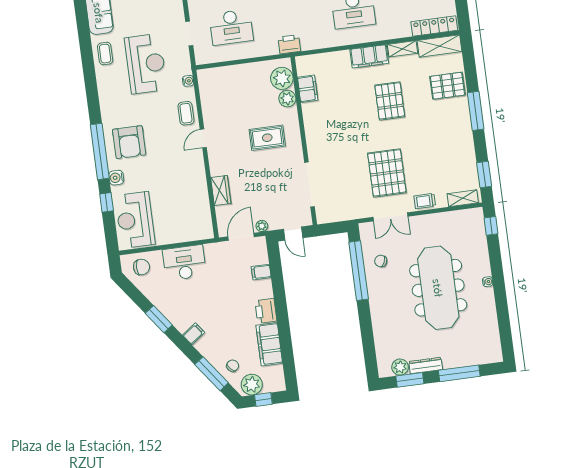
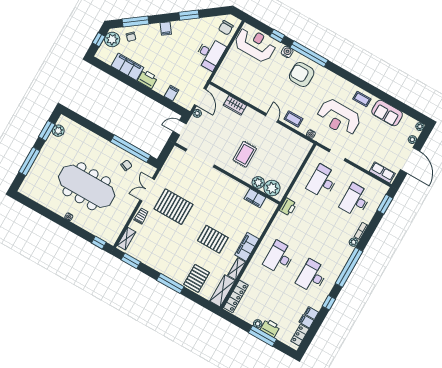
dresser: (426, 365) -> (48, 146), removed

